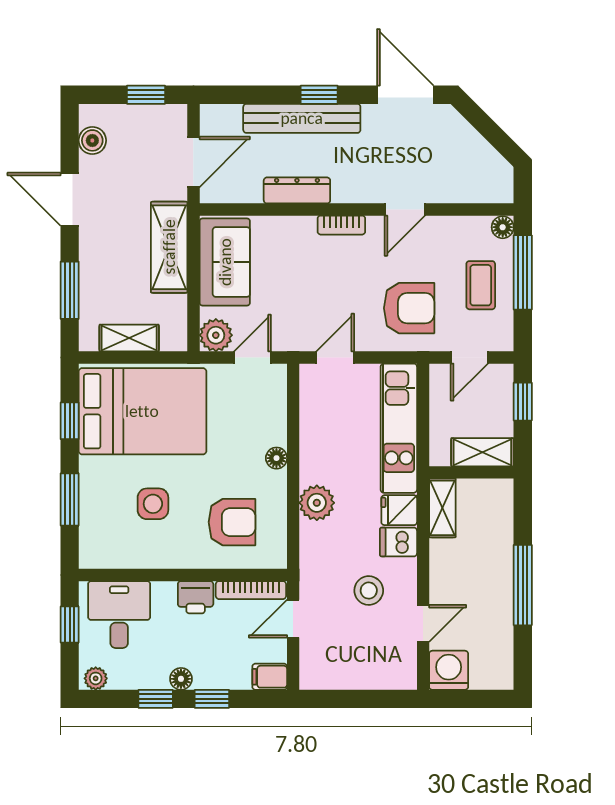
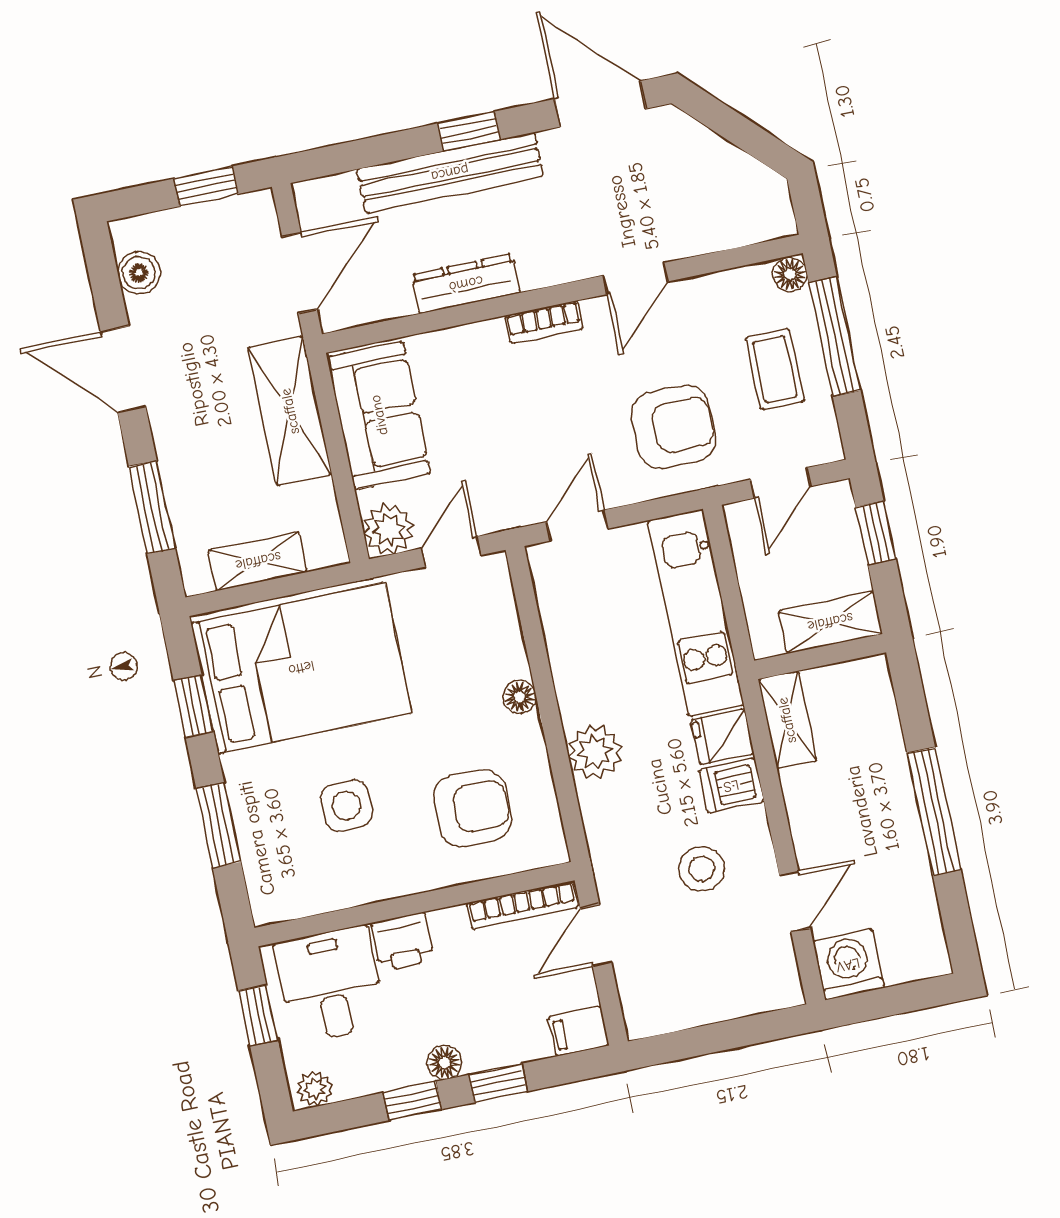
printer: (196, 597) -> (403, 942), moved

